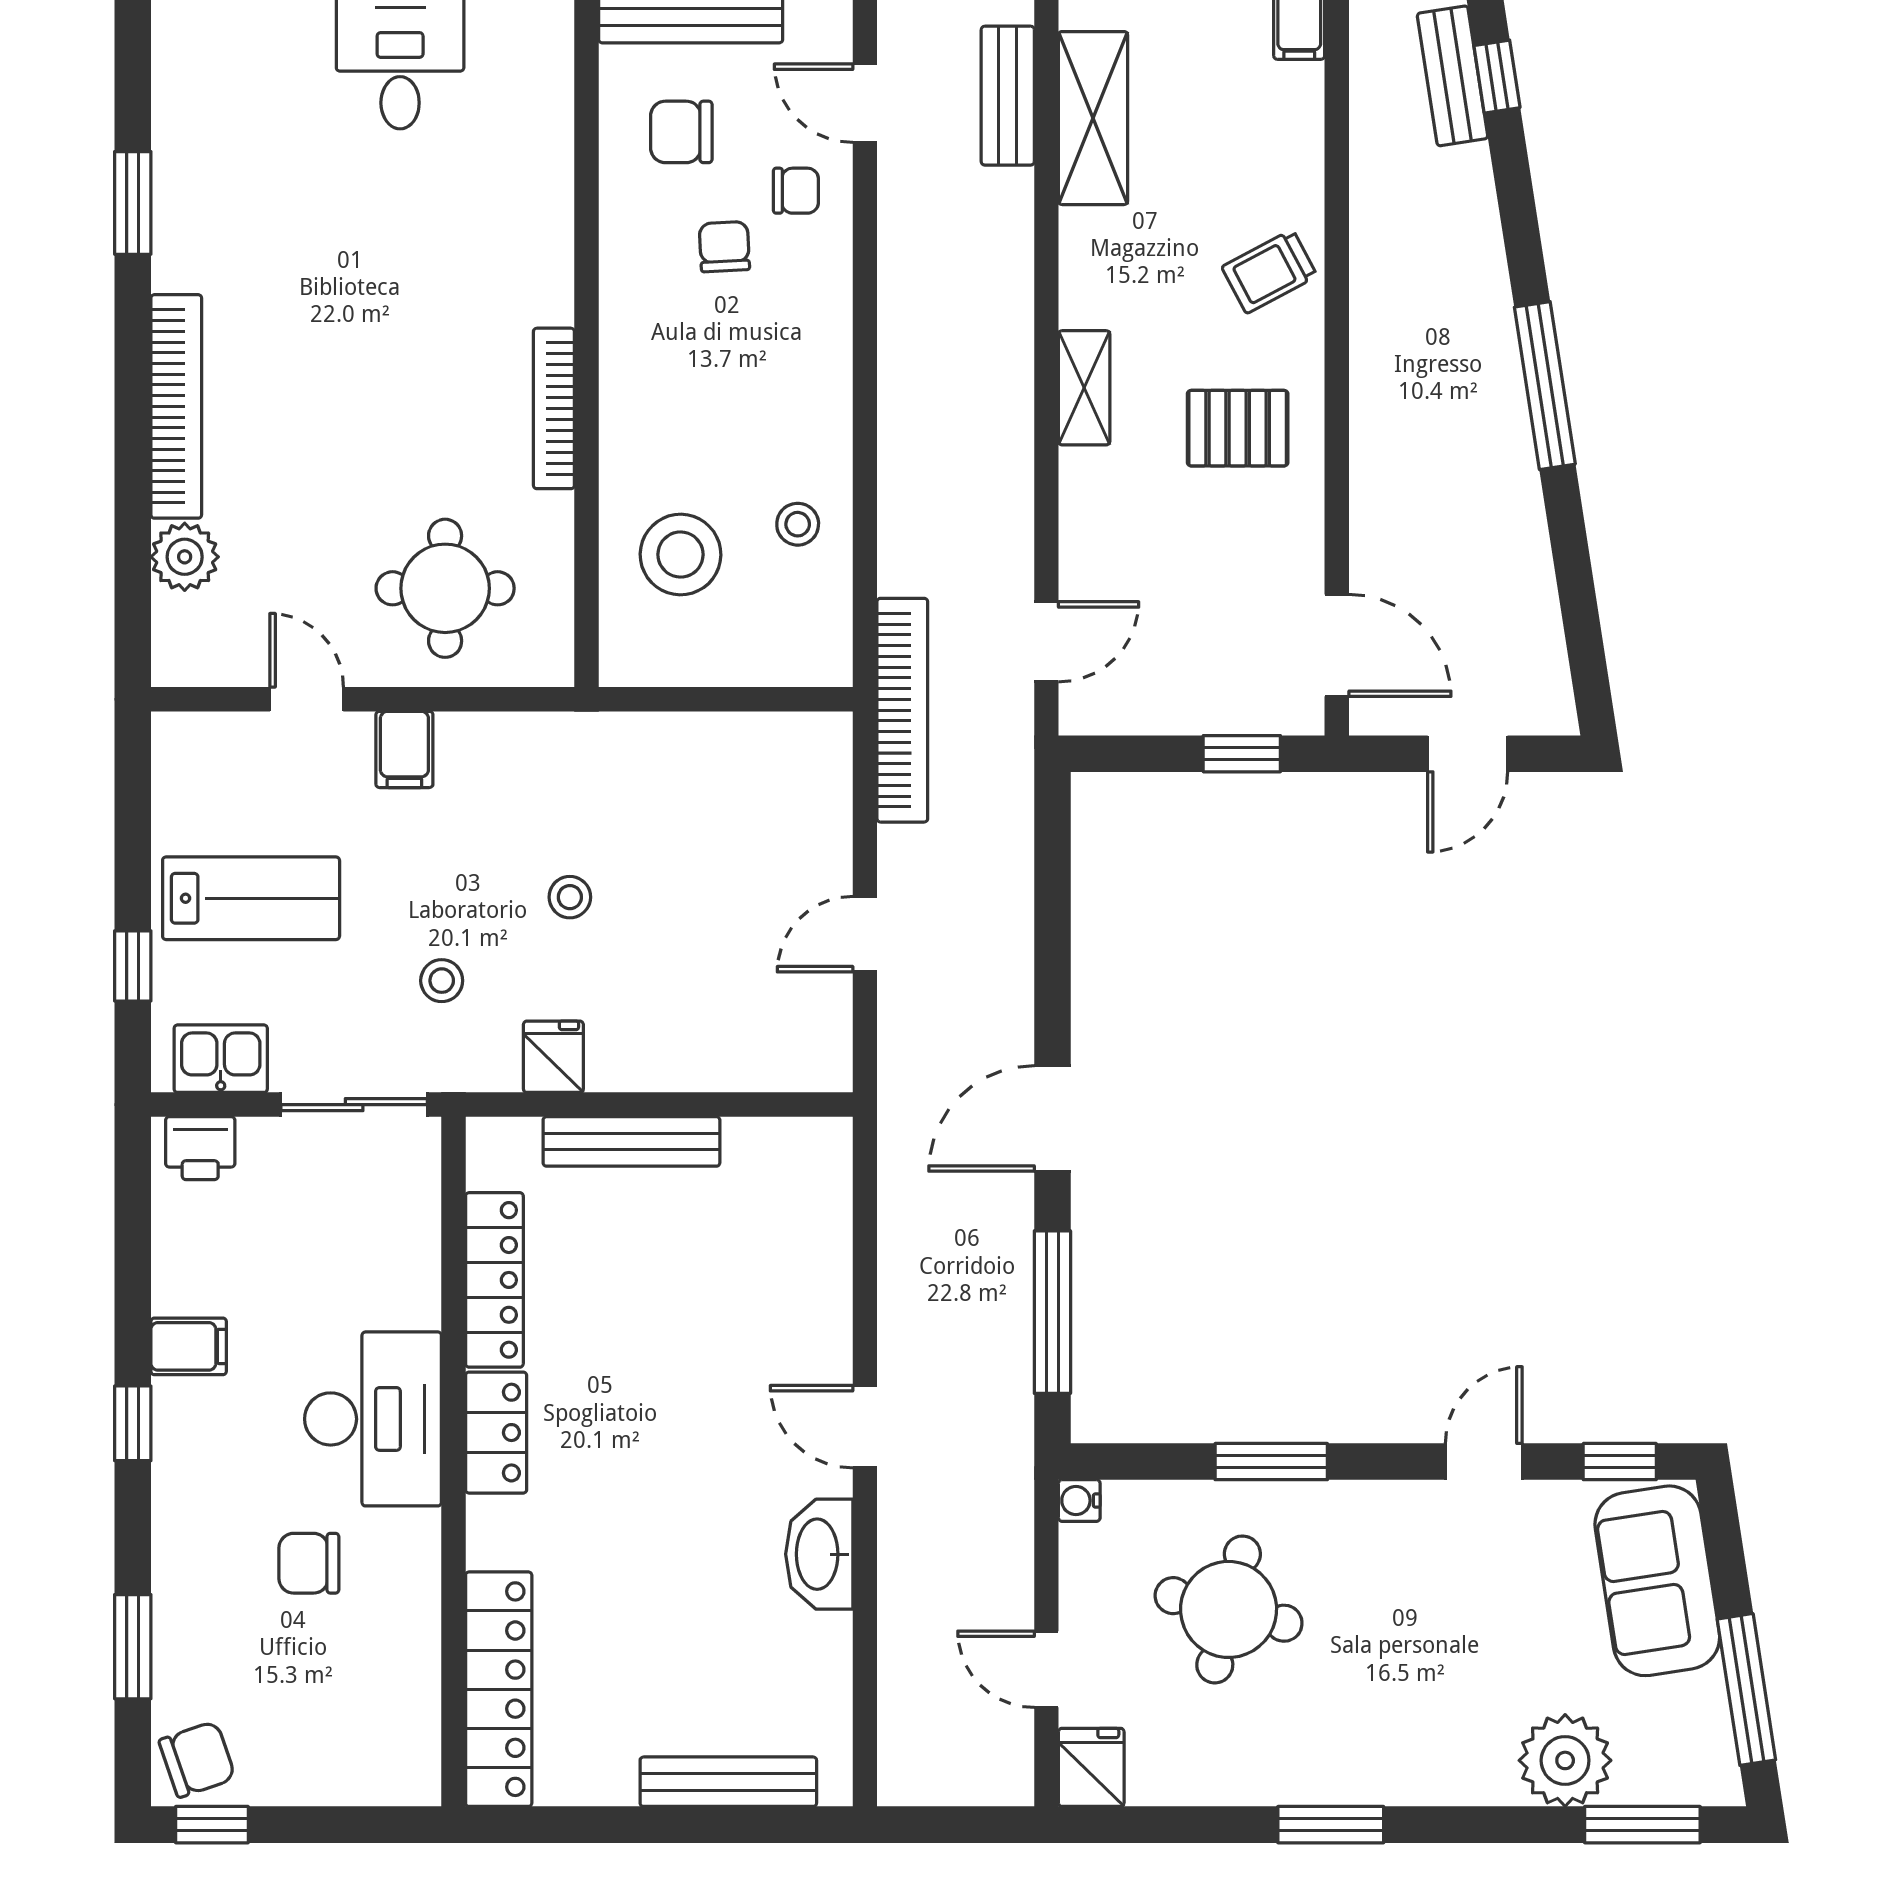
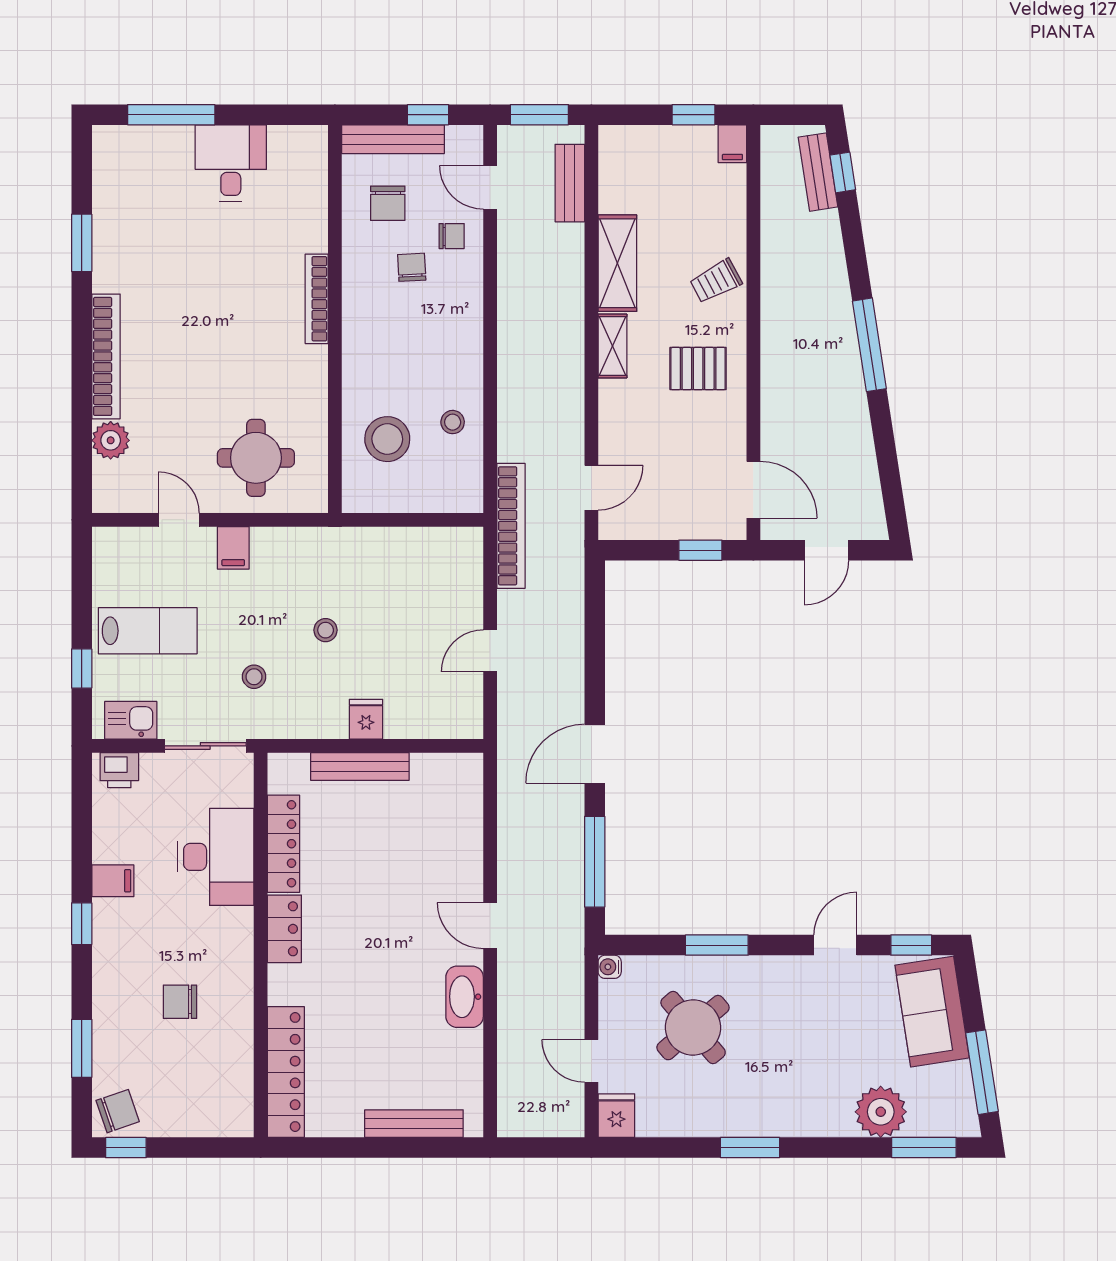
shelving: (1093, 118) -> (617, 263), moved
chair: (681, 132) -> (388, 203), turned -90
bookcase: (554, 408) -> (317, 299), moved
fridge: (553, 1057) -> (366, 719), moved
desk: (373, 1419) -> (216, 857), moved
round table: (1229, 1609) -> (693, 1028), turned 36

